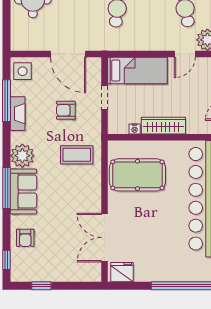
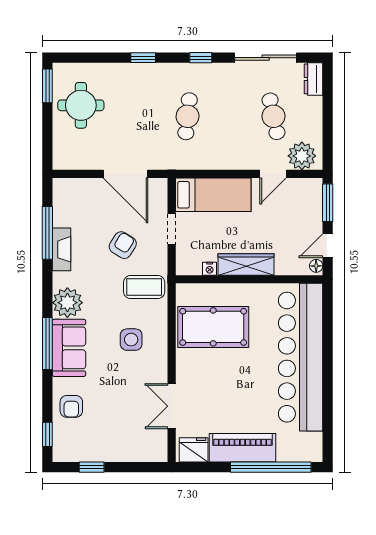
side table: (23, 71) -> (131, 340), moved
armchair: (66, 110) -> (123, 245), turned 122
coffee table: (77, 155) -> (144, 287), moved
double door: (105, 238) -> (172, 406), width x0.73
piano: (161, 270) -> (242, 448), added

